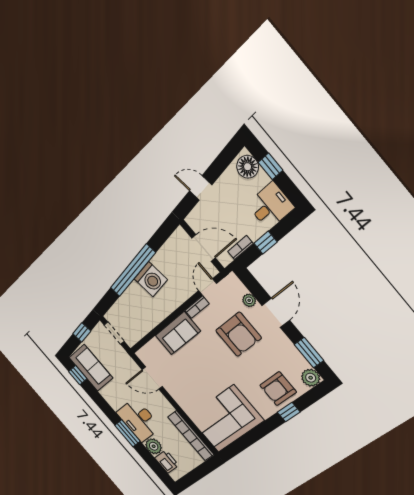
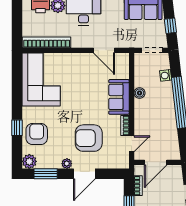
washing machine: (151, 279) -> (166, 75), moved, width x0.53, depth x0.53
door: (208, 287) -> (132, 144), hinge flipped
plant: (249, 300) -> (67, 164), moved
door: (276, 313) -> (84, 174), hinge flipped
boiler: (158, 316) -> (139, 93), added
door: (152, 378) -> (104, 50), swing flipped

